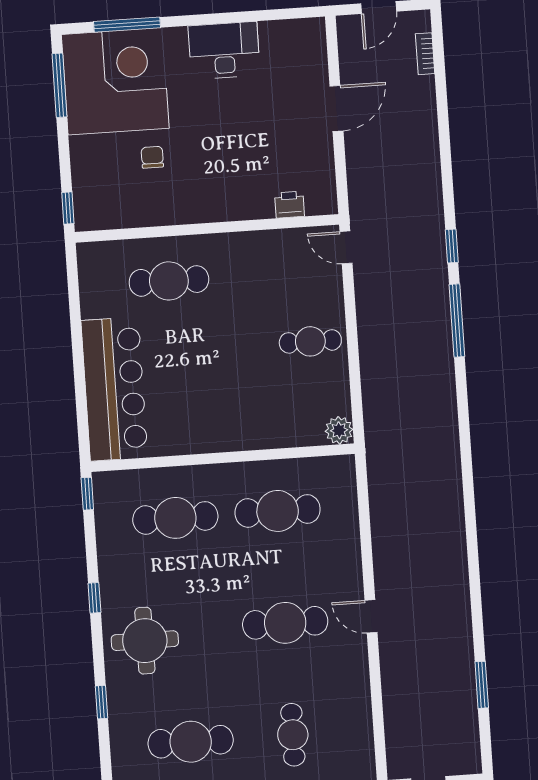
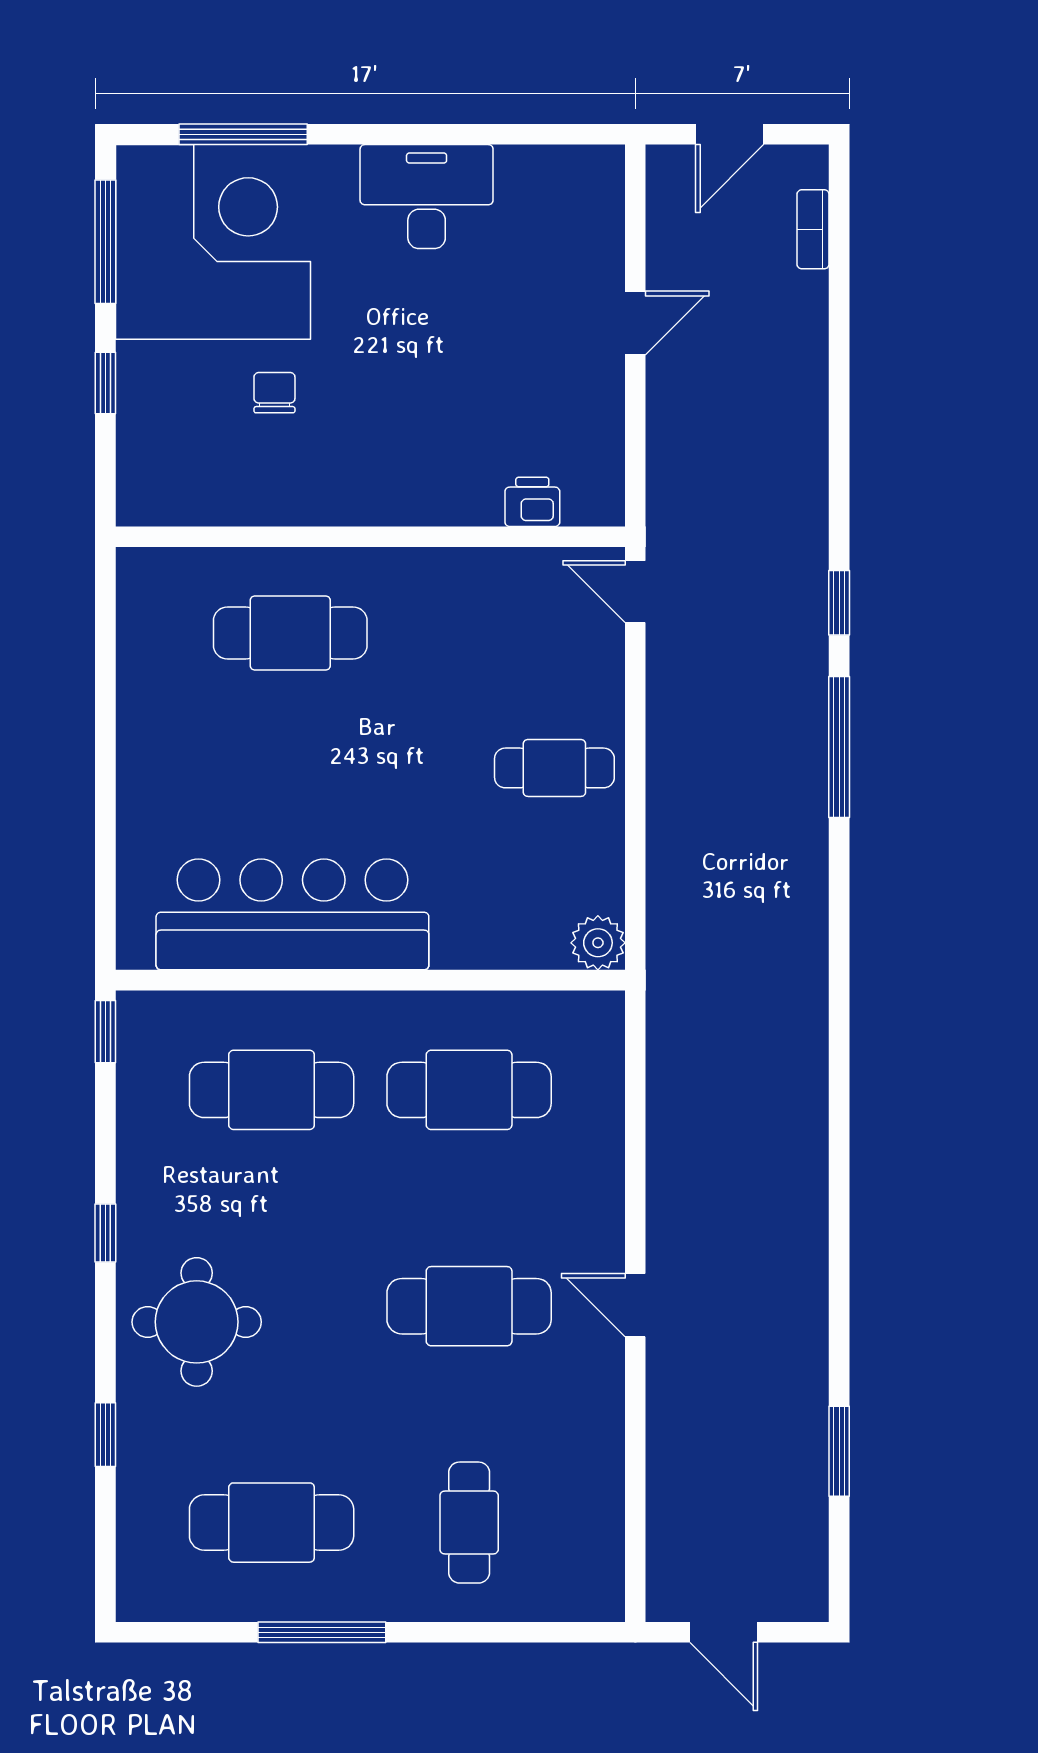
door: (336, 108) -> (635, 323), width x0.73
window: (68, 208) -> (105, 383), moved
bar counter: (114, 389) -> (292, 914), moved, turned -90

